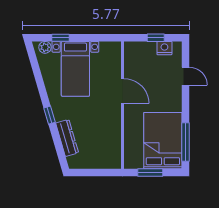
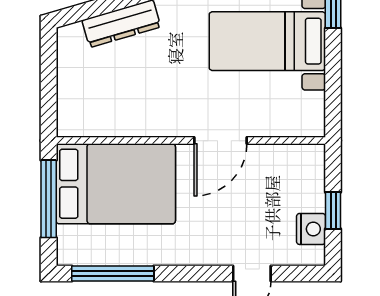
bed: (163, 141) -> (116, 184), moved
window: (150, 172) -> (49, 199), width x1.44

